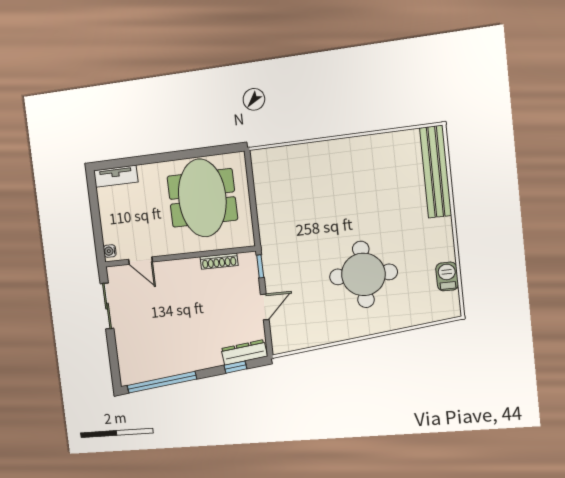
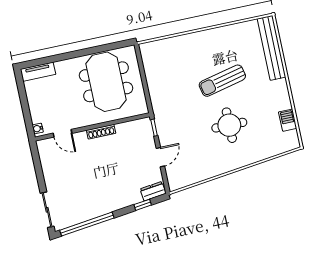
sun lounger: (360, 212) -> (222, 81), added
shoe rack: (219, 261) -> (101, 132), moved
round table: (363, 274) -> (229, 125), width x0.73, depth x0.73
sliding door: (107, 306) -> (47, 210), moved
dresser: (244, 352) -> (153, 191), width x0.70

